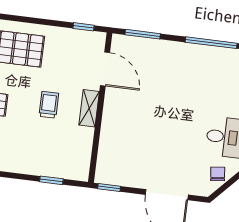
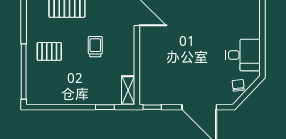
shelving: (89, 108) -> (128, 90), moved

